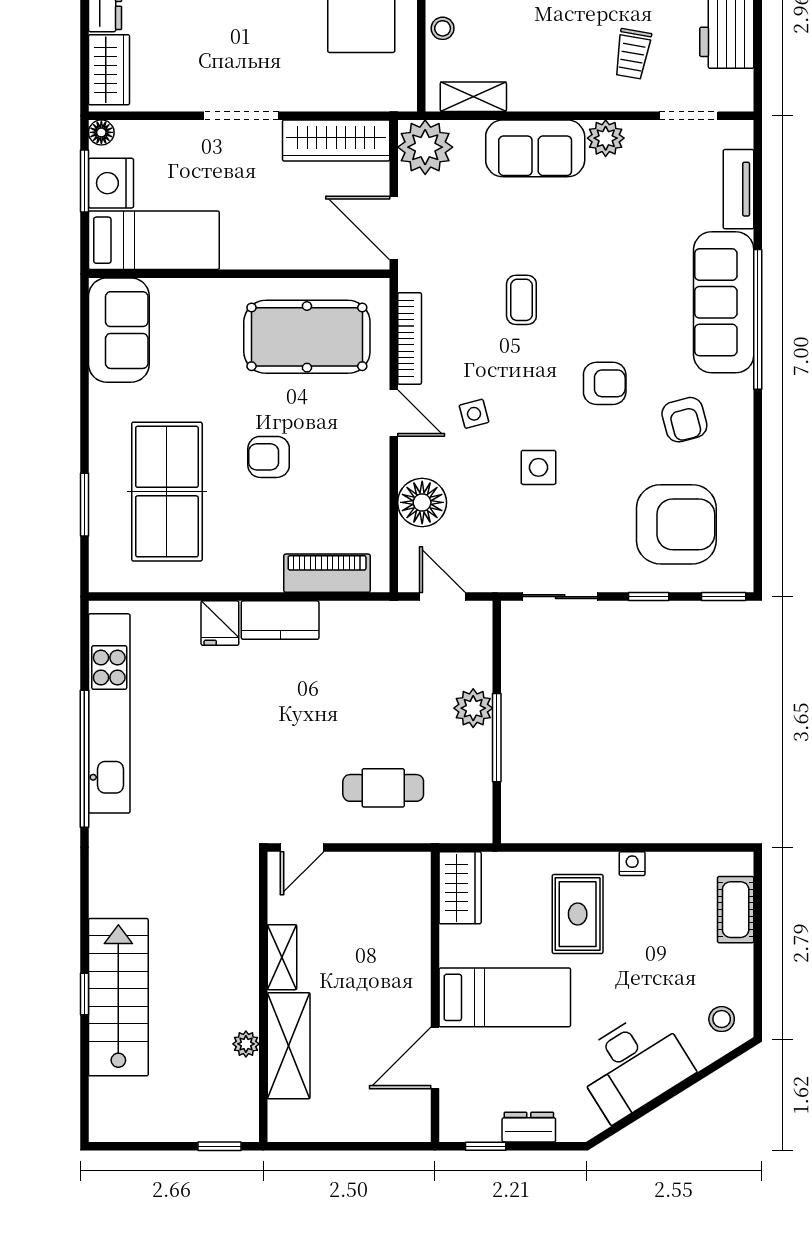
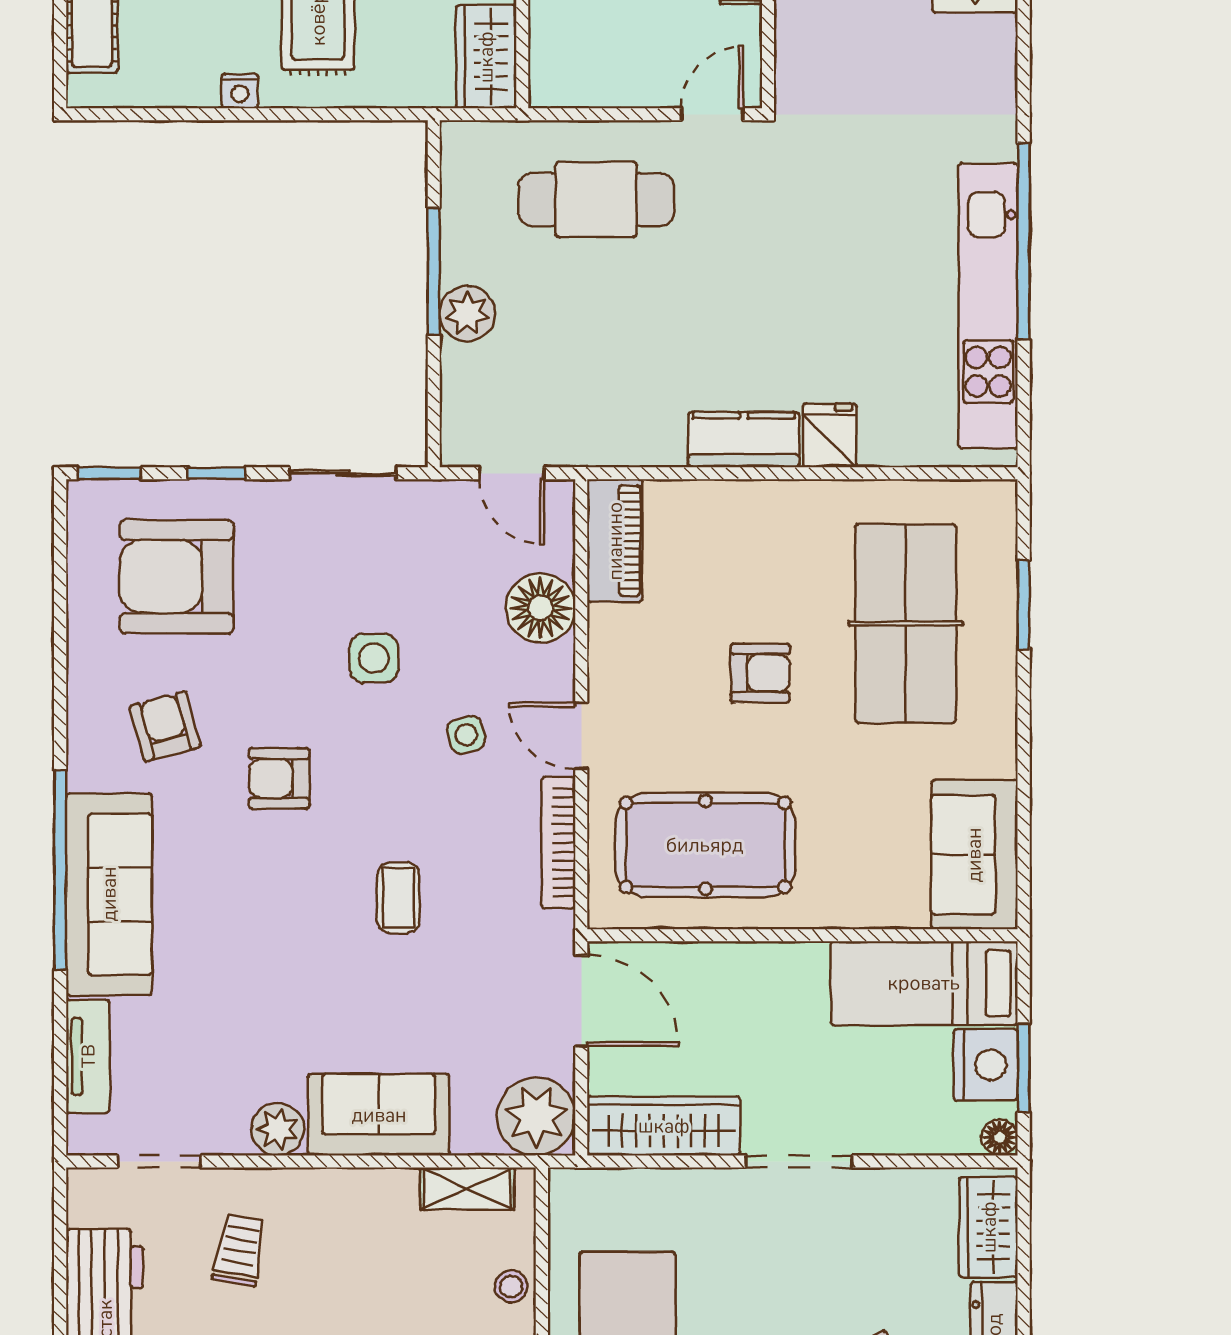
piano: (327, 573) -> (615, 541), moved, turned -90
cafe table: (383, 788) -> (596, 199), width x1.37, depth x1.35

